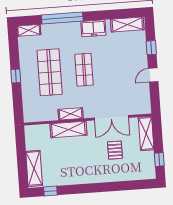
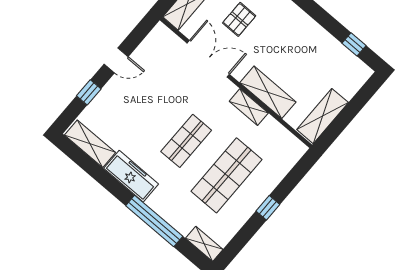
freezer: (93, 28) -> (131, 176), width x1.40
shelving: (34, 168) -> (323, 116), moved

